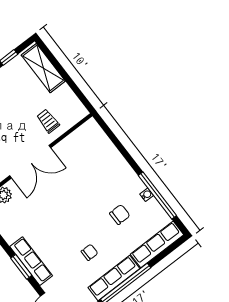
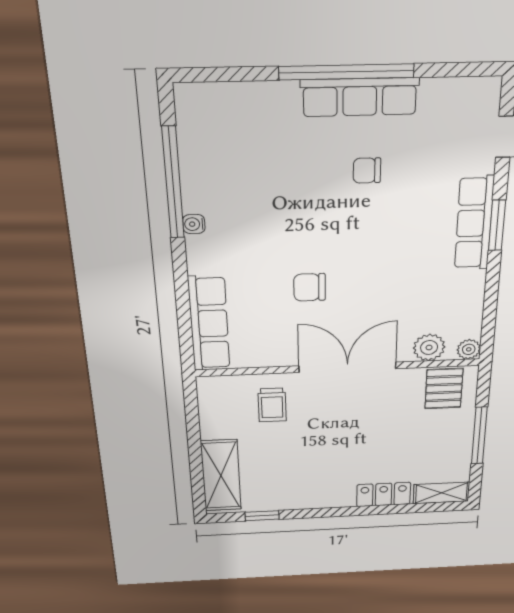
water cooler: (147, 195) -> (194, 224), moved
chair: (120, 215) -> (310, 287), moved
row of seats: (157, 244) -> (209, 324), moved, turned -90

